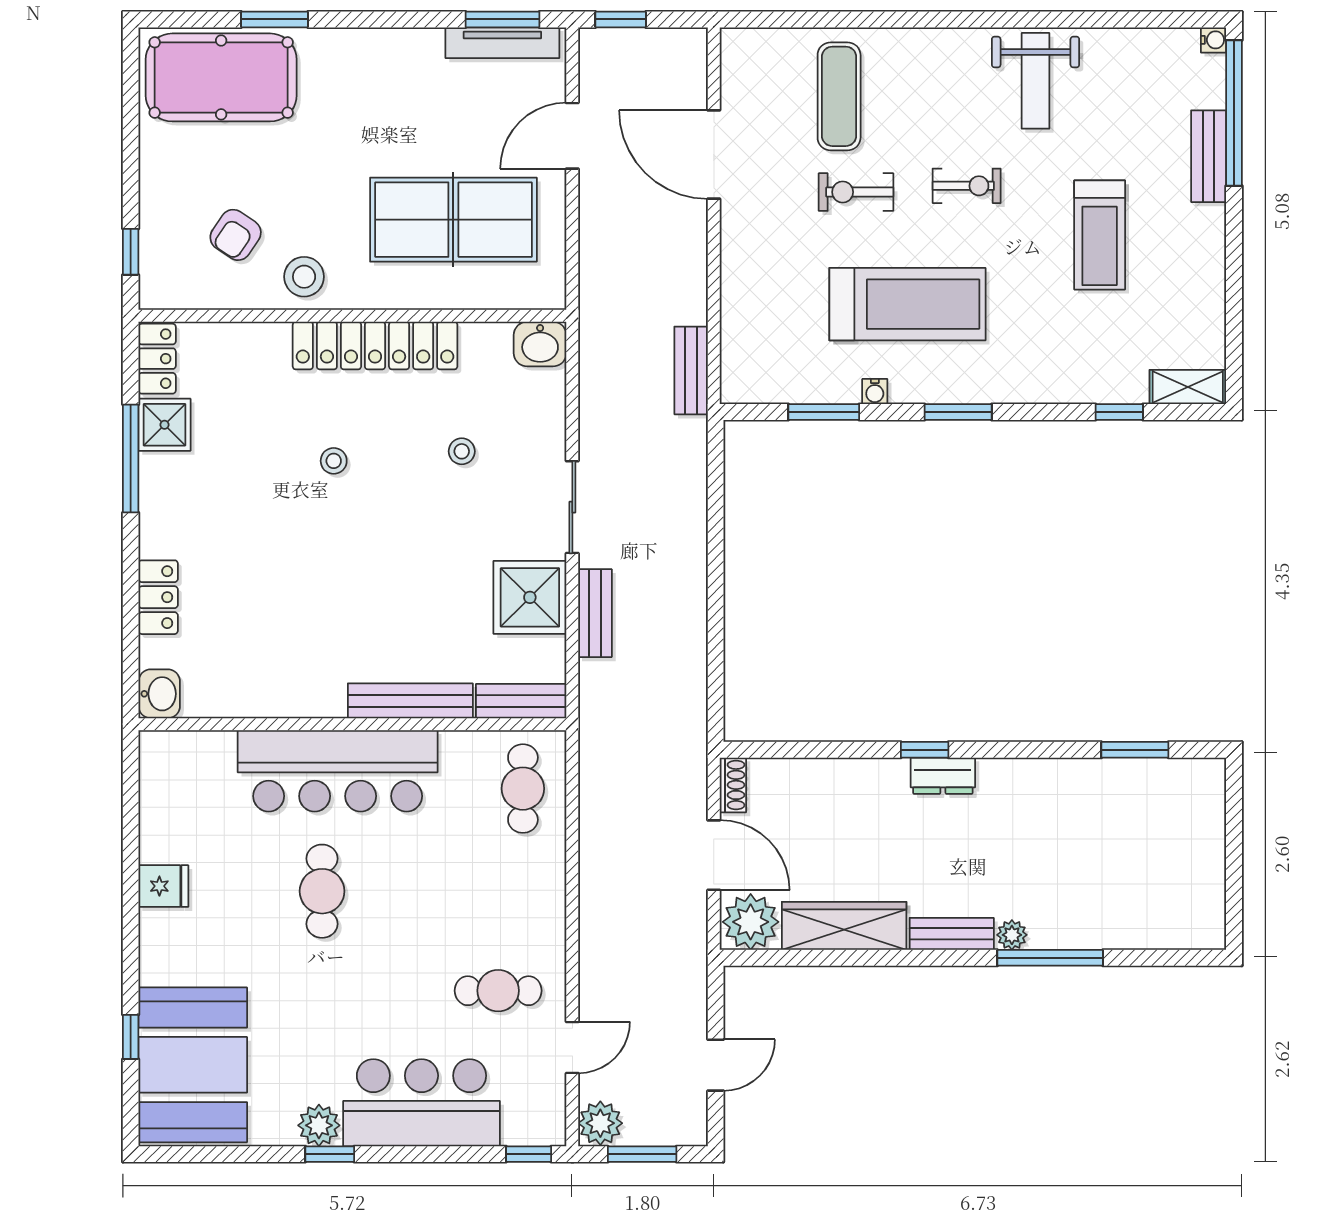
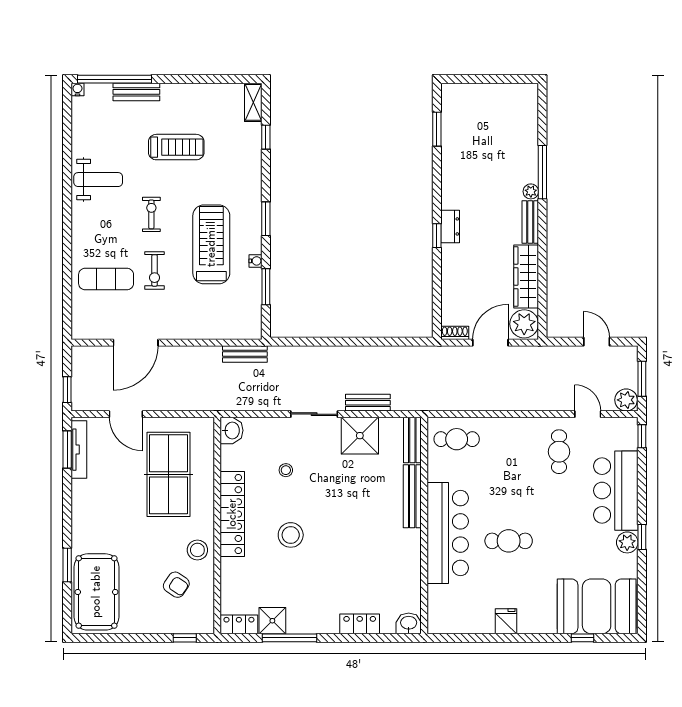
stool: (334, 461) -> (291, 535), width x1.89, depth x1.89

